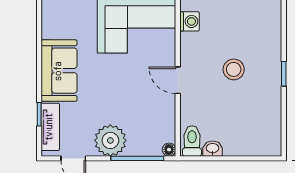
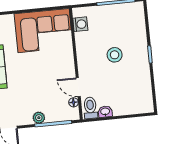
door: (178, 80) -> (78, 87), moved
plant: (110, 140) -> (39, 118), width x0.53, depth x0.53
floor lamp: (169, 150) -> (74, 102), moved

